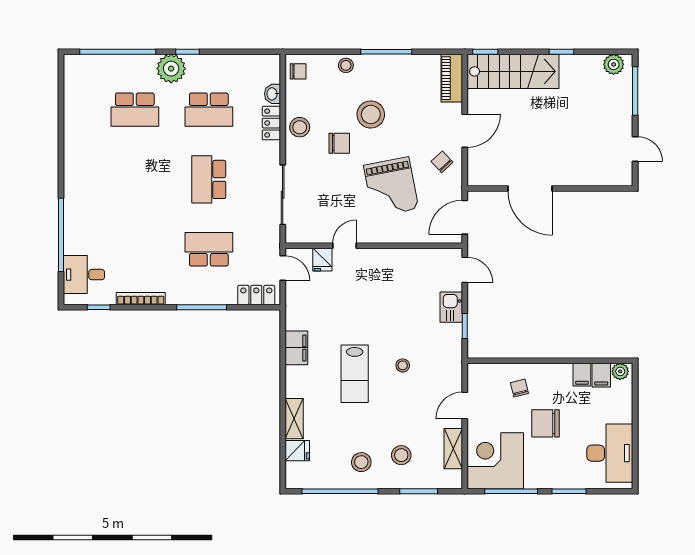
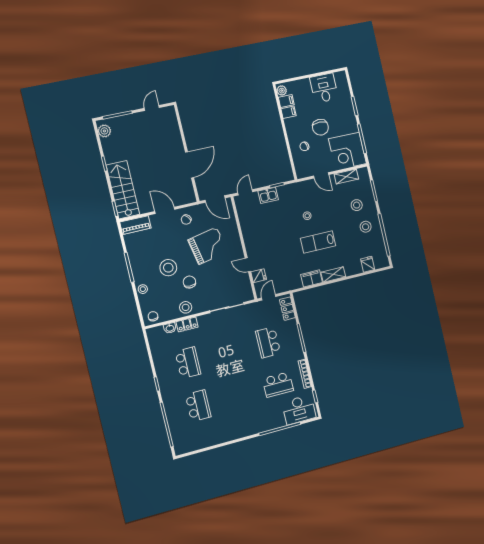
plant: (171, 69) -> (169, 391), removed
school desk: (209, 179) -> (278, 385), moved
desk: (84, 275) -> (299, 410), width x1.37
lab bench: (355, 374) -> (318, 242), turned 180
shelving: (294, 419) -> (333, 274), moved
desk: (610, 453) -> (324, 88), width x0.73

